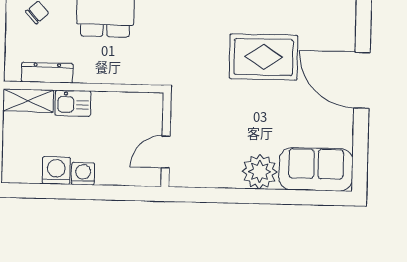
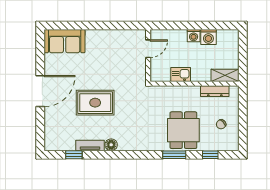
door: (362, 80) -> (40, 91), hinge flipped
kitchen sink: (73, 103) -> (181, 74), moved
plant: (260, 172) -> (96, 39), removed

